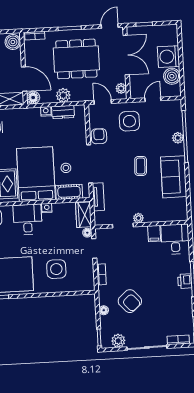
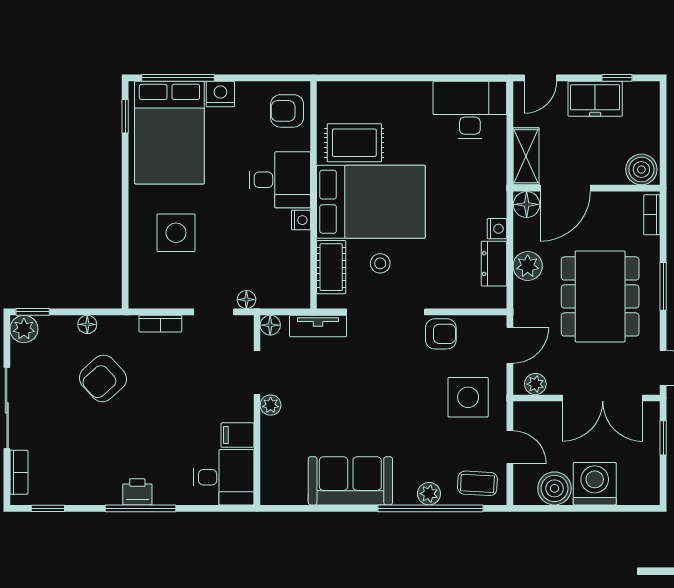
coffee table: (141, 166) -> (477, 483), moved
wardrobe: (84, 215) -> (283, 294), removed
floor lamp: (99, 220) -> (270, 325), added
plant: (118, 341) -> (24, 329), moved

